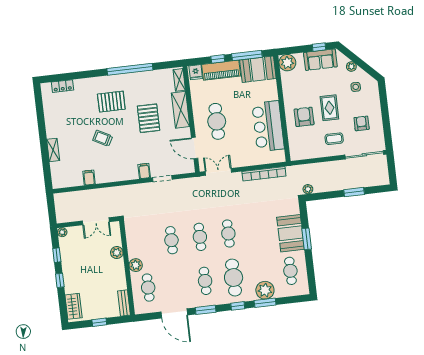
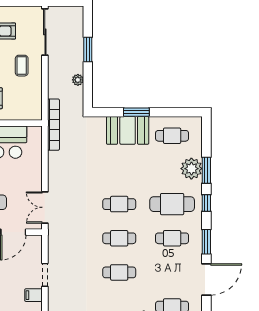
bookcase: (264, 174) -> (53, 125), moved
plant: (308, 189) -> (78, 80), moved

